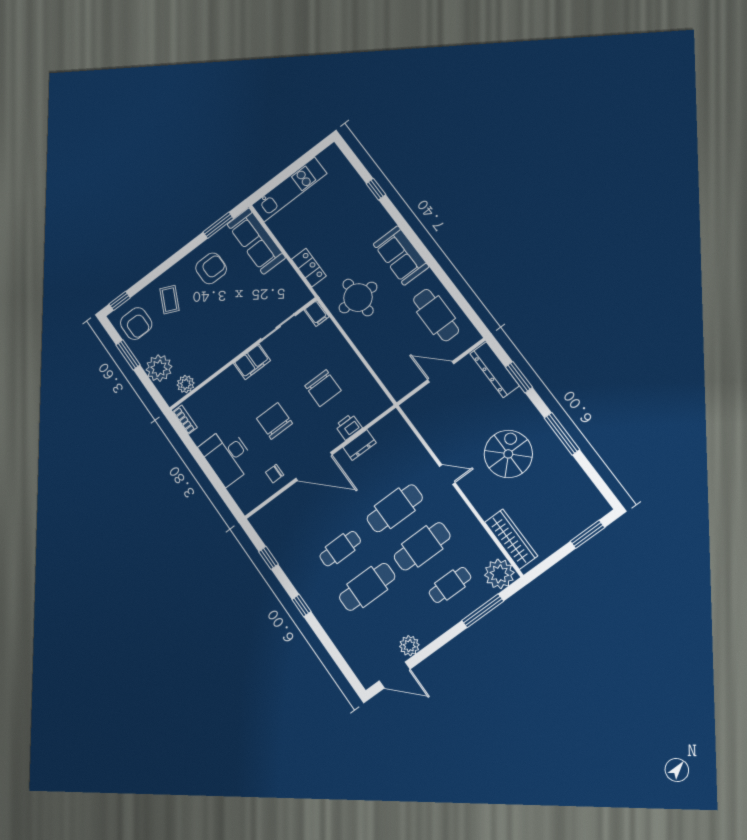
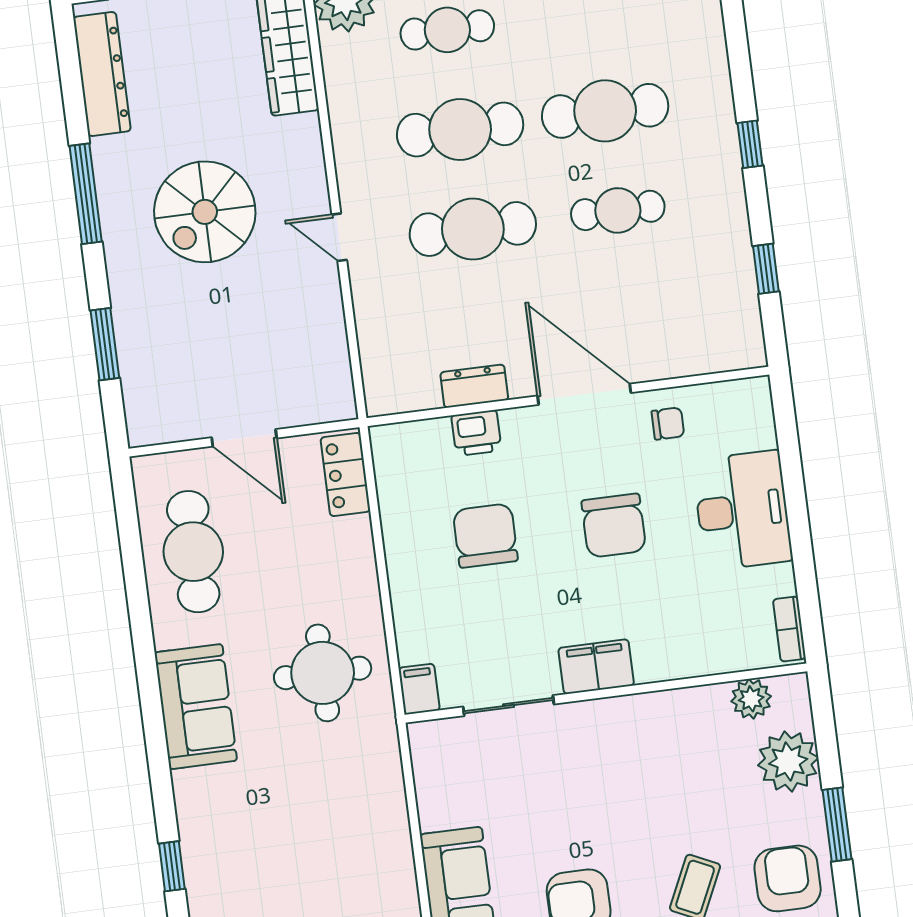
locker: (309, 268) -> (345, 475), moved
dresser: (495, 370) -> (102, 74), moved

